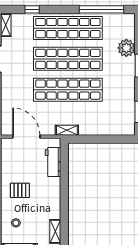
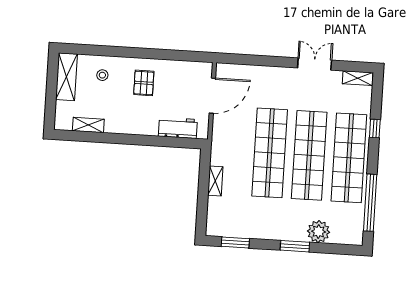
window: (32, 9) -> (375, 129), moved
shelving: (67, 130) -> (215, 181), moved

